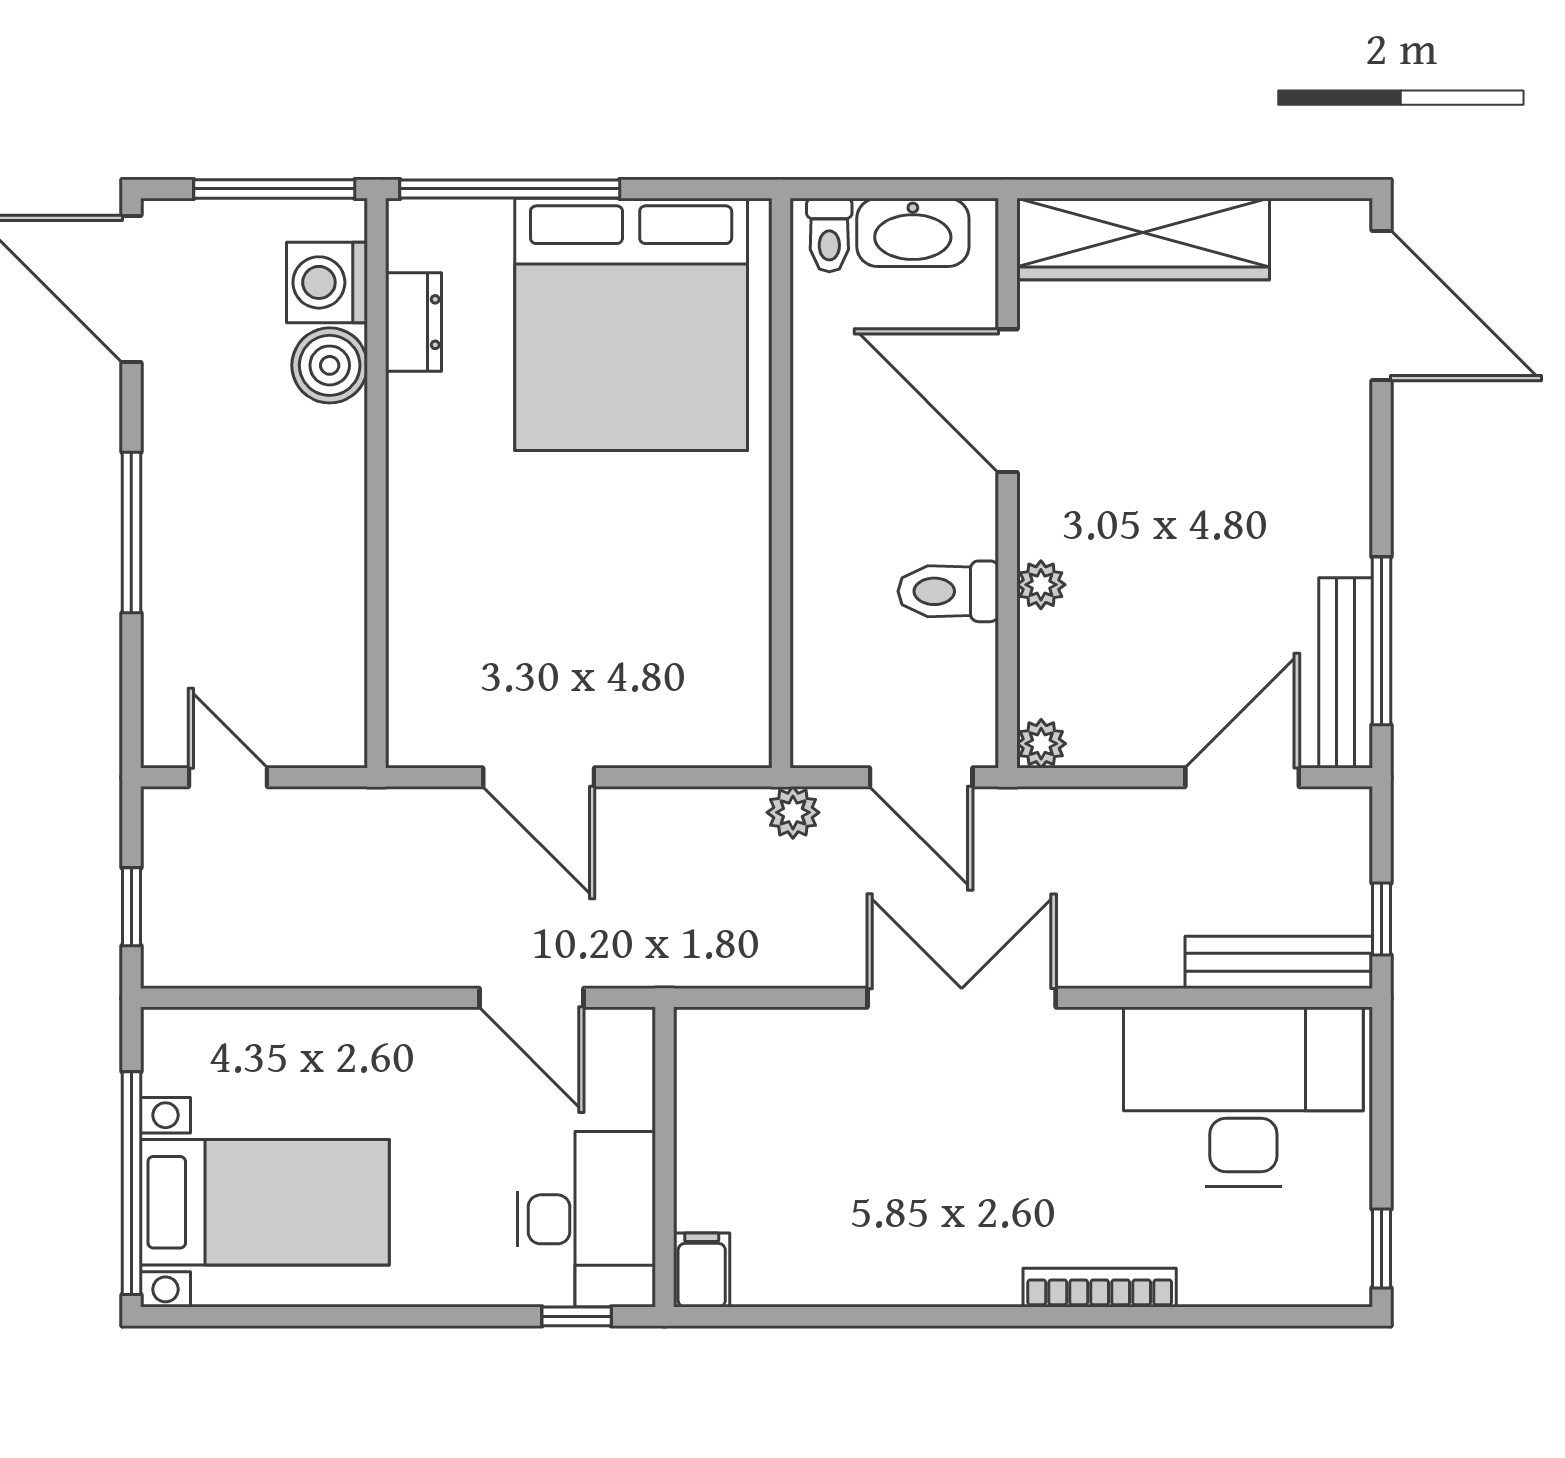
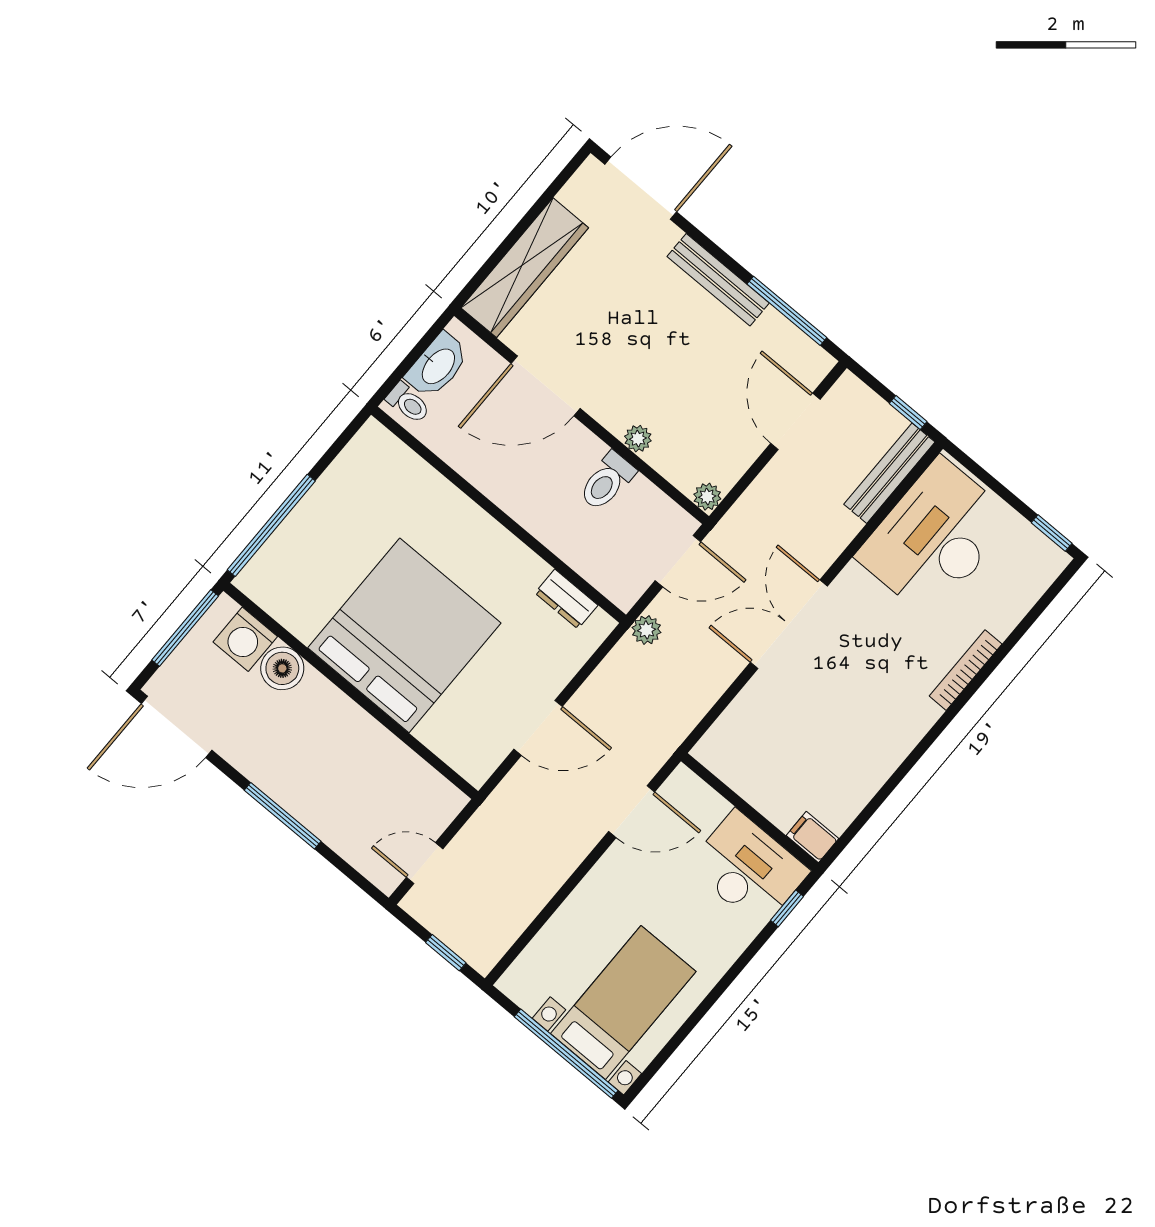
dresser: (414, 322) -> (566, 599), moved, turned 180
bed: (631, 324) -> (404, 635), moved, turned -90
bench: (1346, 673) -> (718, 280), moved

